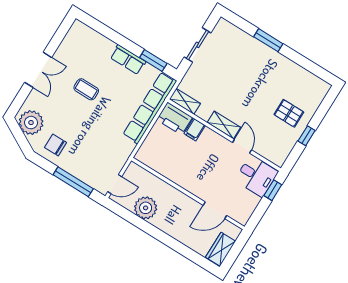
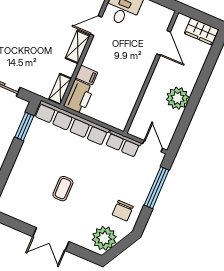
row of seats: (128, 60) -> (123, 144), moved, turned 90
double door: (38, 70) -> (51, 239), swing flipped
plant: (146, 208) -> (178, 98), moved

